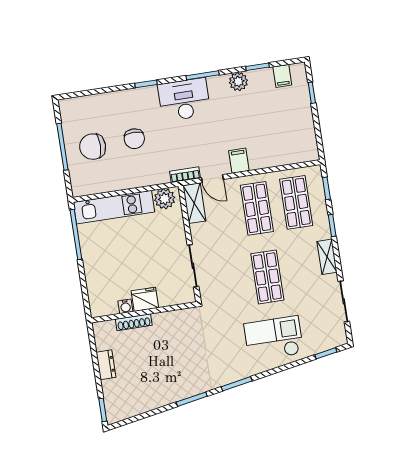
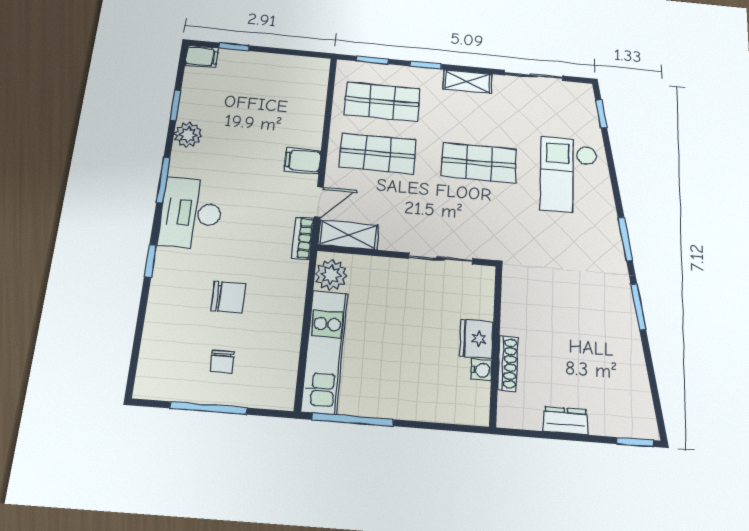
filing cabinet: (282, 76) -> (202, 56), moved
chair: (93, 147) -> (222, 362), width x0.54, depth x0.54

